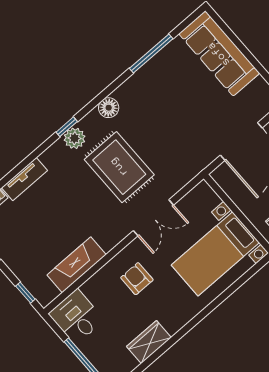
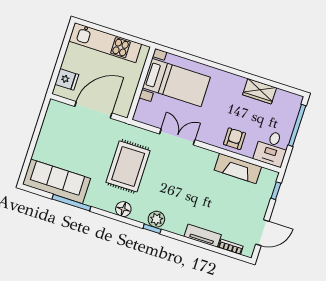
sofa: (219, 54) -> (56, 181), moved, turned -90
rug: (119, 167) -> (128, 166), moved
armchair: (137, 279) -> (234, 139), moved, turned 180

